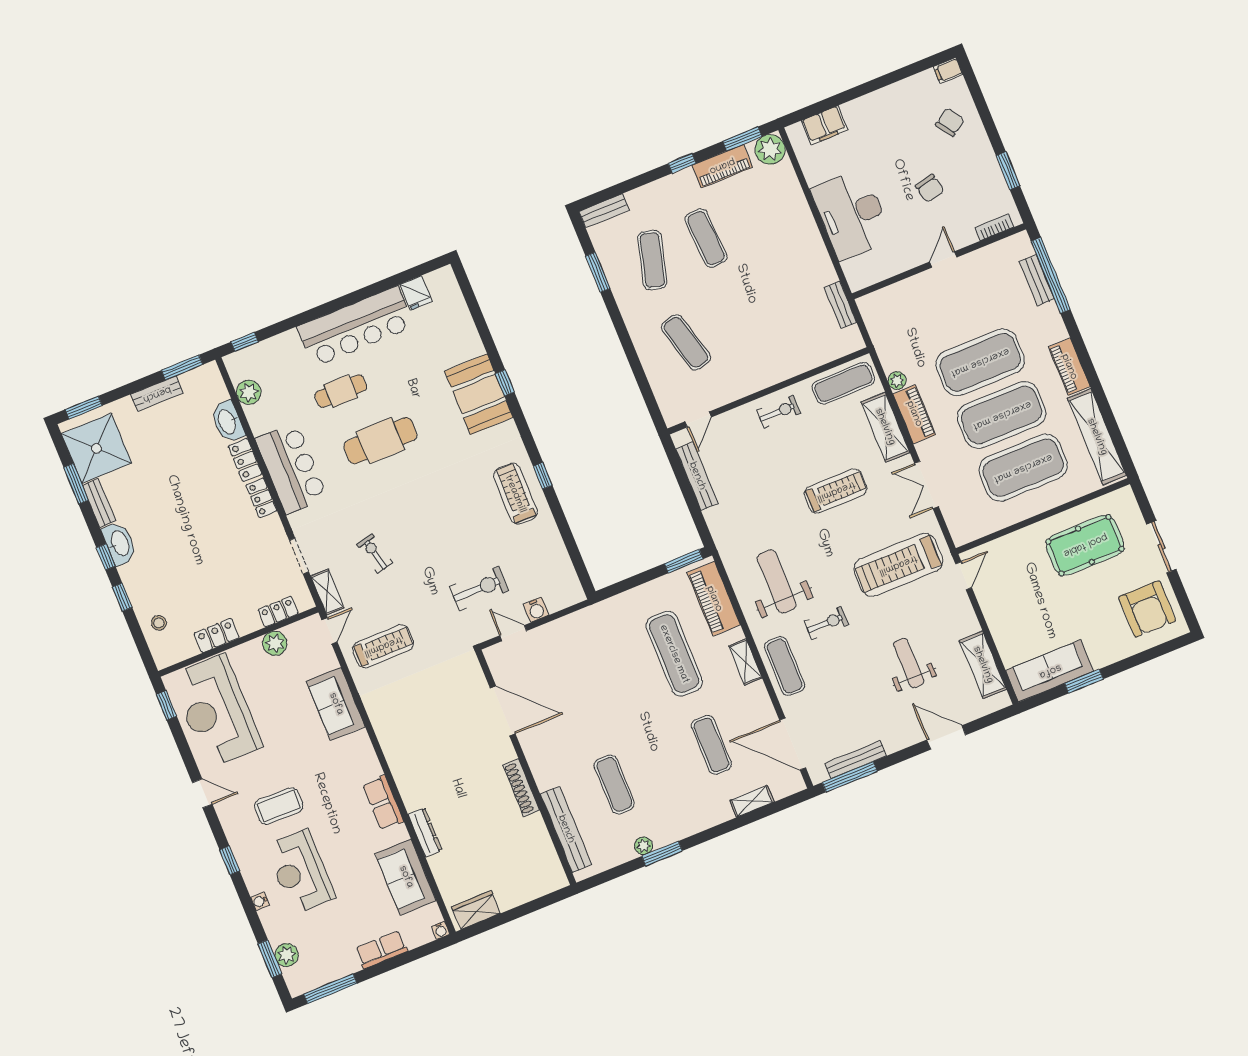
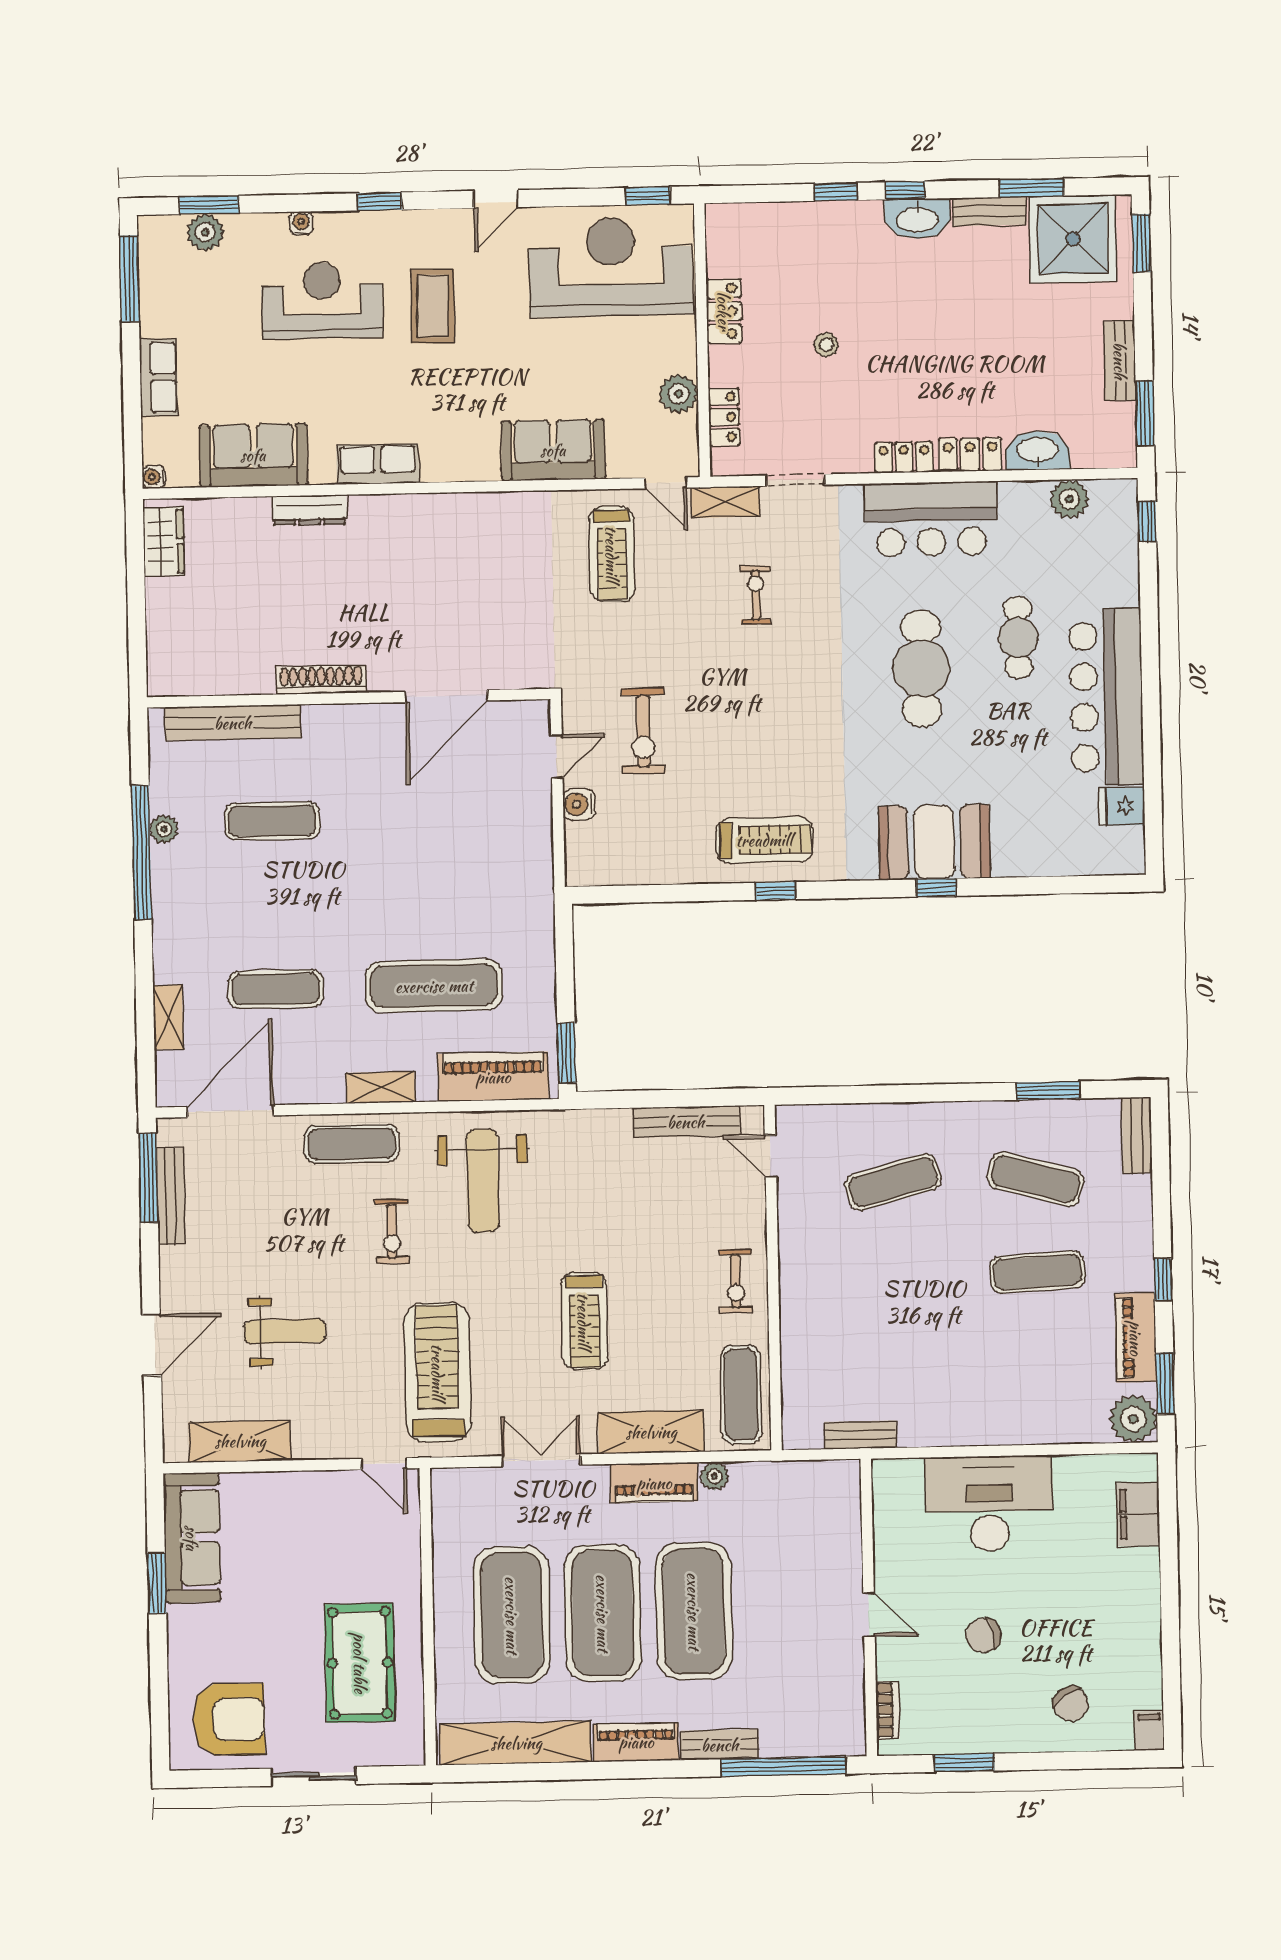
bench: (1037, 280) -> (720, 1745), moved
exercise bike: (375, 553) -> (756, 595), turned -77
weight bench: (777, 581) -> (483, 1181), turned 90
armchair: (1147, 609) -> (229, 1719), turned 180
stool: (159, 623) -> (826, 345), moved
window: (662, 853) -> (142, 853), width x2.11

